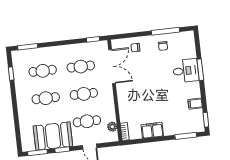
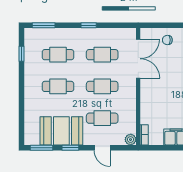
window: (93, 39) -> (89, 25), moved
plant: (112, 127) -> (131, 140), moved

